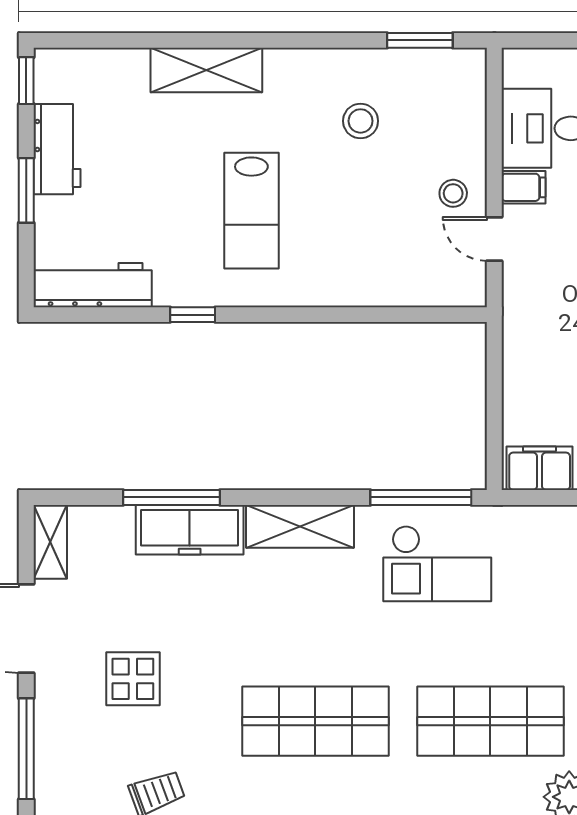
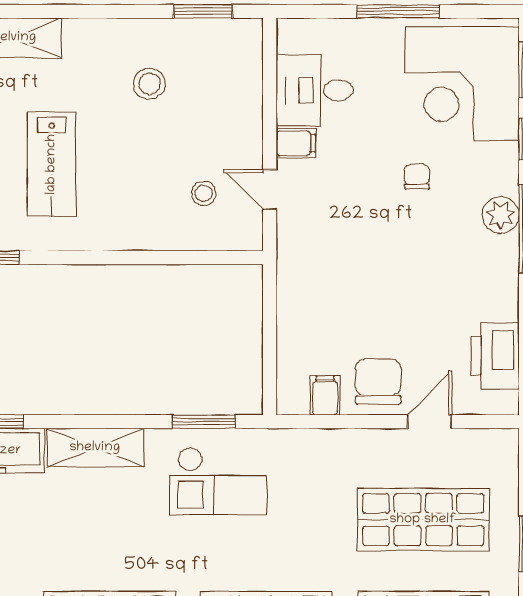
stool: (453, 193) -> (204, 193), moved
filing cabinet: (540, 468) -> (325, 395), width x0.50
window: (421, 497) -> (204, 422), width x0.69

